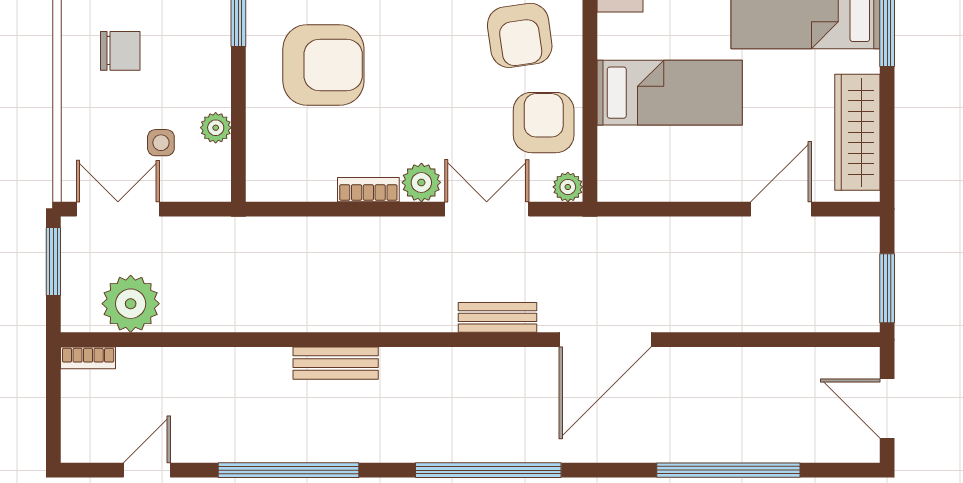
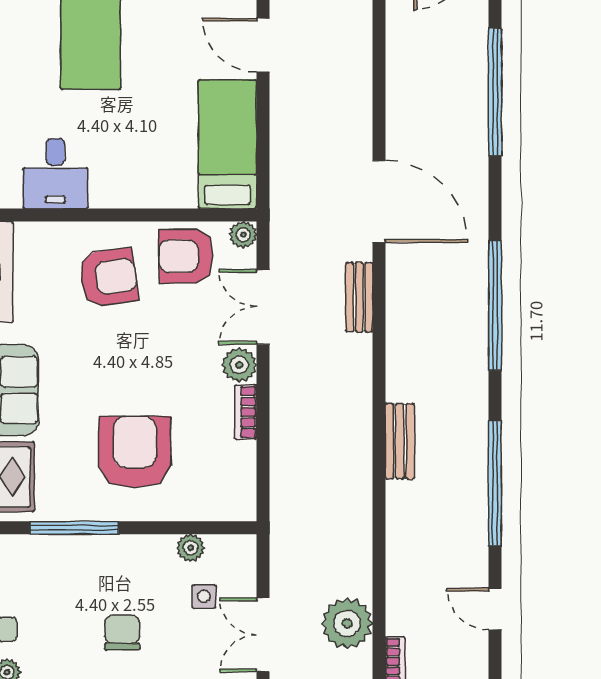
bed: (670, 93) -> (228, 144), moved

